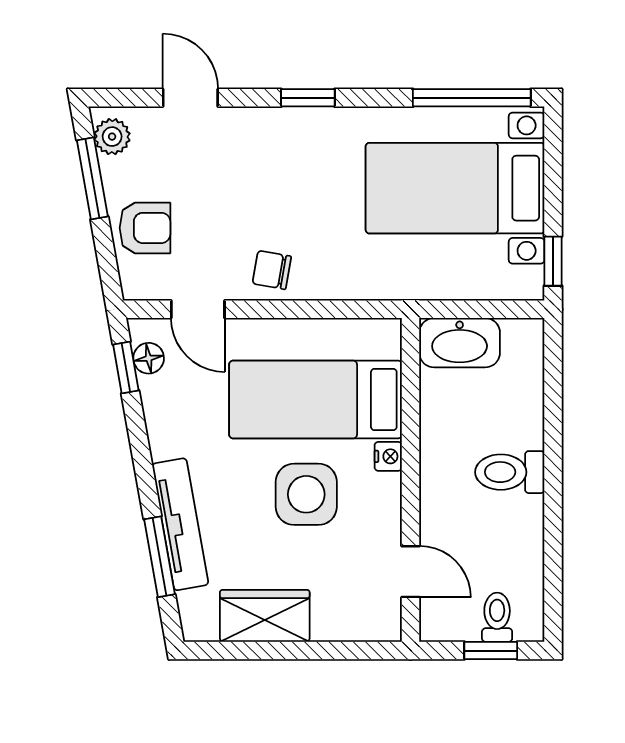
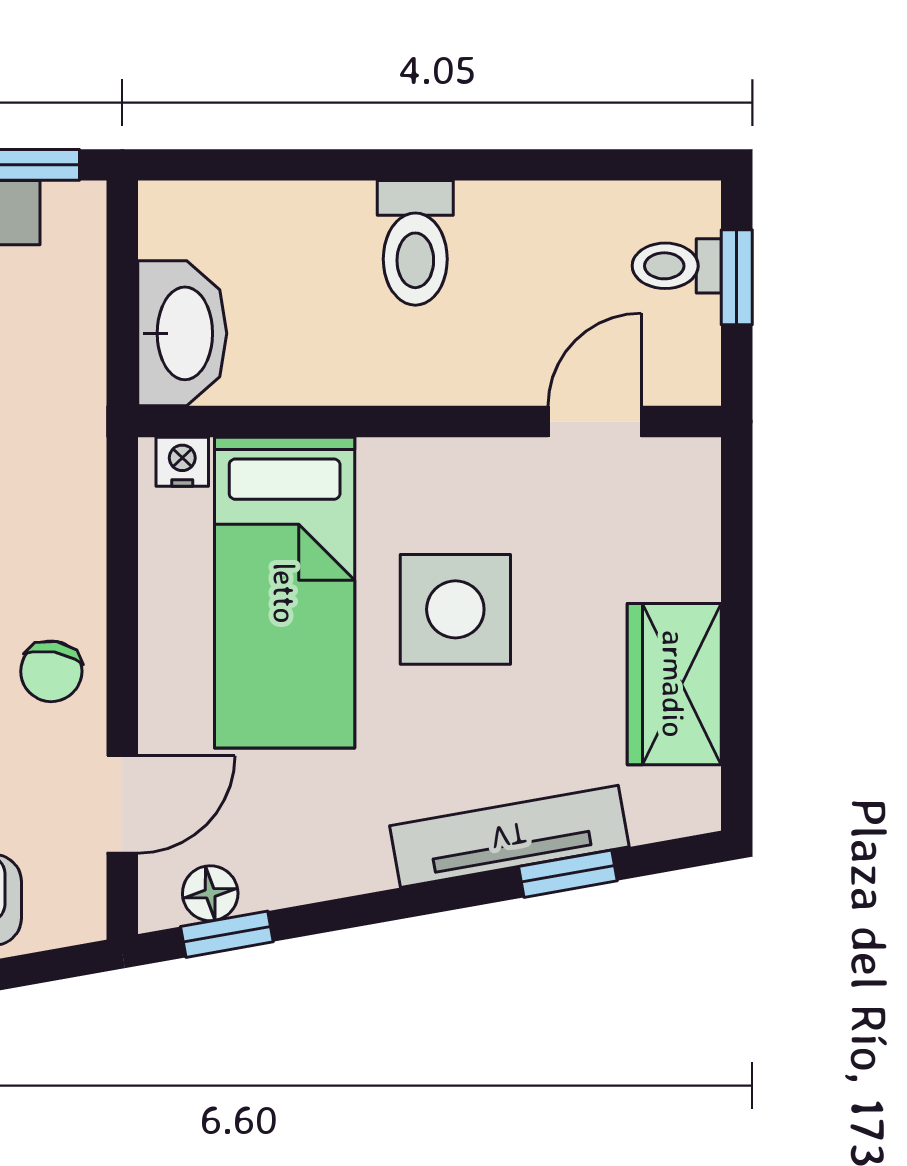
nightstand: (388, 456) -> (182, 462), moved
window: (160, 557) -> (568, 874), width x0.67

